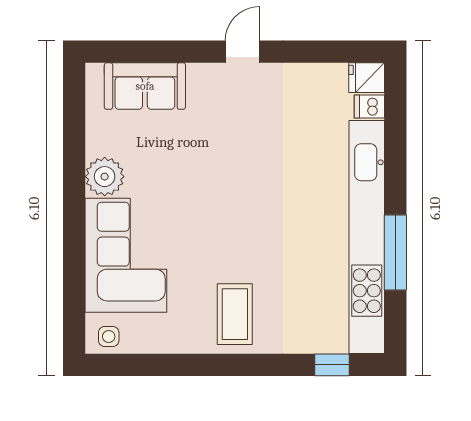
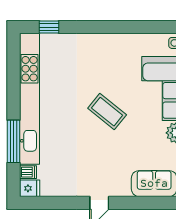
window: (395, 253) -> (13, 141), moved
coffee table: (235, 314) -> (107, 112), moved, turned -51

